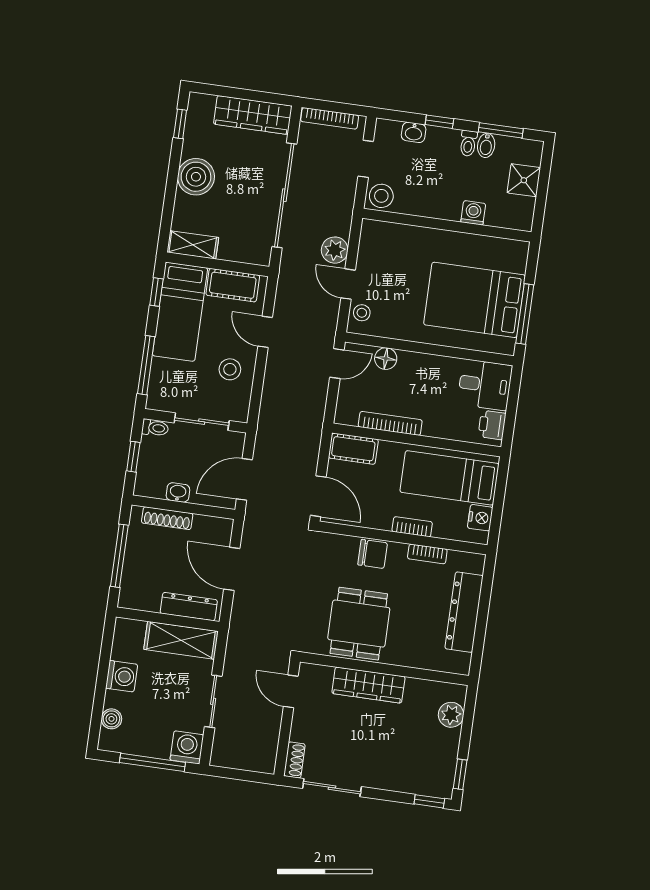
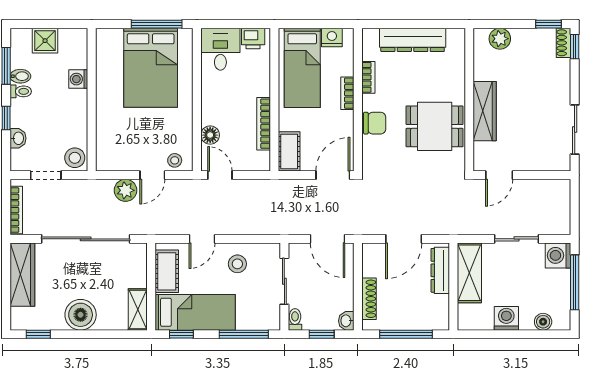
washbasin: (178, 492) -> (346, 321), moved
chair: (373, 554) -> (375, 123), turned 90
shoe rack: (294, 760) -> (563, 43), moved, turned -90

